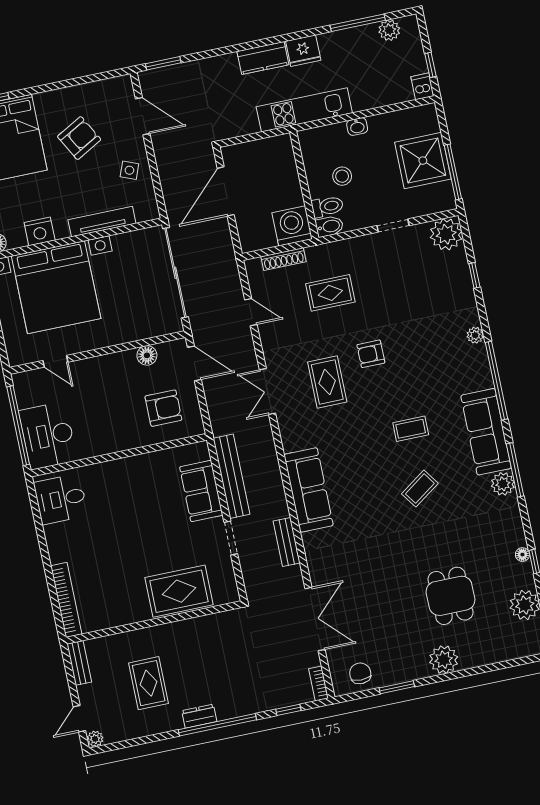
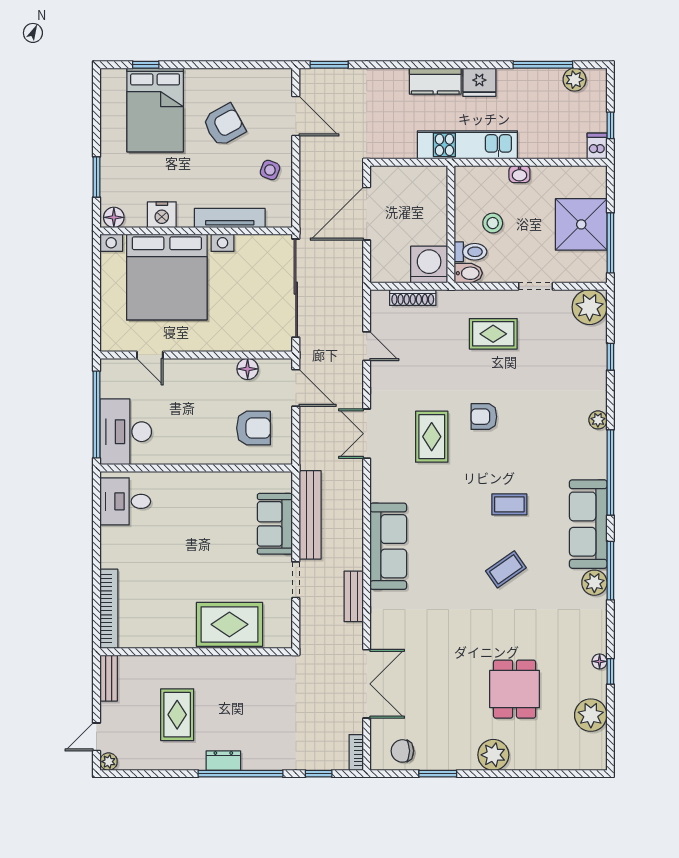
rug: (330, 293) -> (493, 334), moved
chair: (360, 673) -> (402, 751), turned -90

